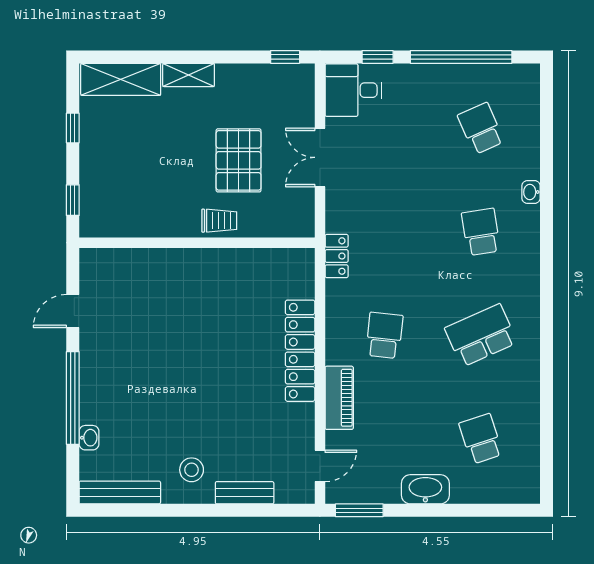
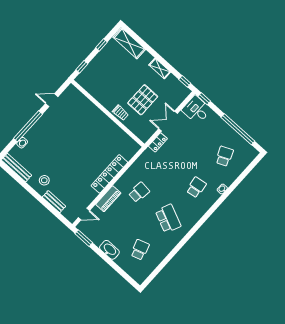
window: (378, 57) -> (204, 99), moved
shelving: (189, 75) -> (160, 68), moved
locker: (337, 256) -> (158, 142), moved
school desk: (481, 335) -> (168, 219), turned 48

